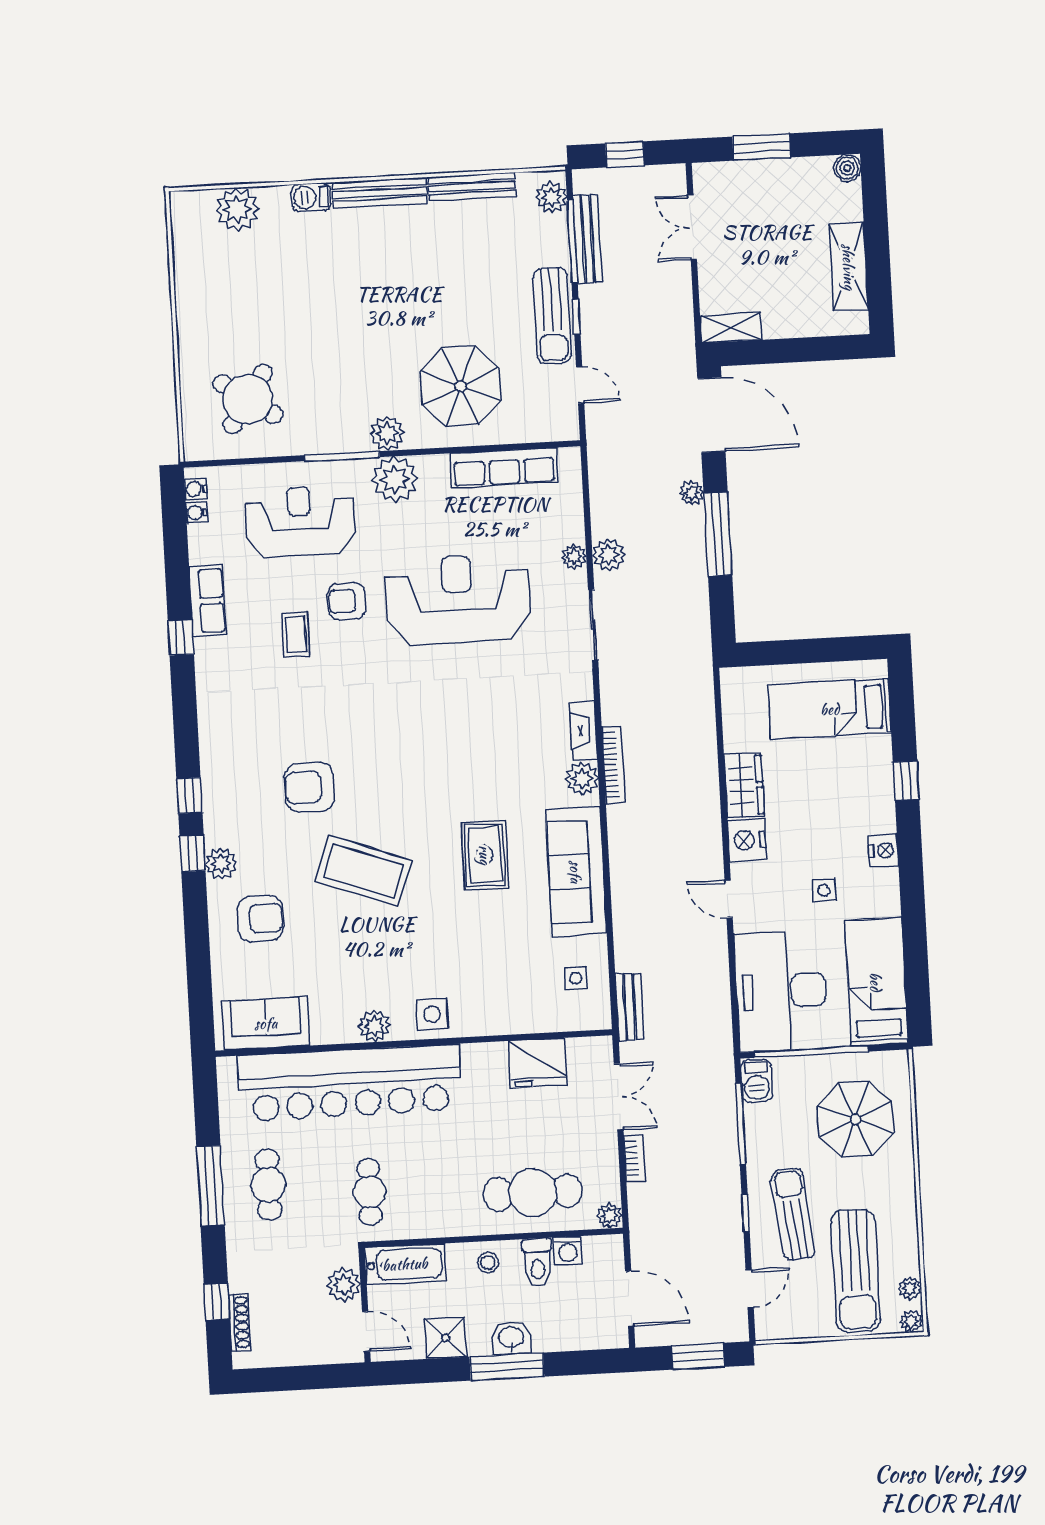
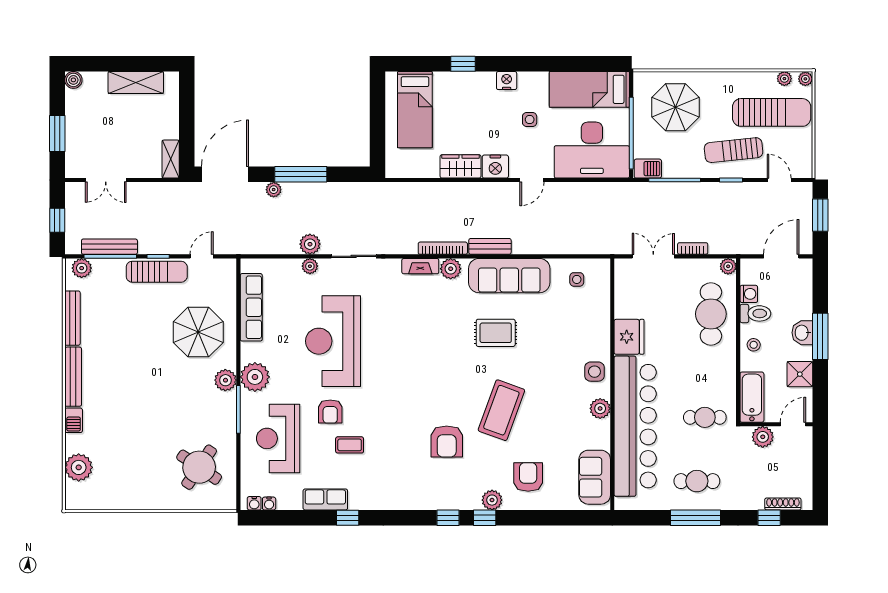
bench: (630, 1007) -> (490, 246), moved
fridge: (537, 1063) -> (629, 337), moved

